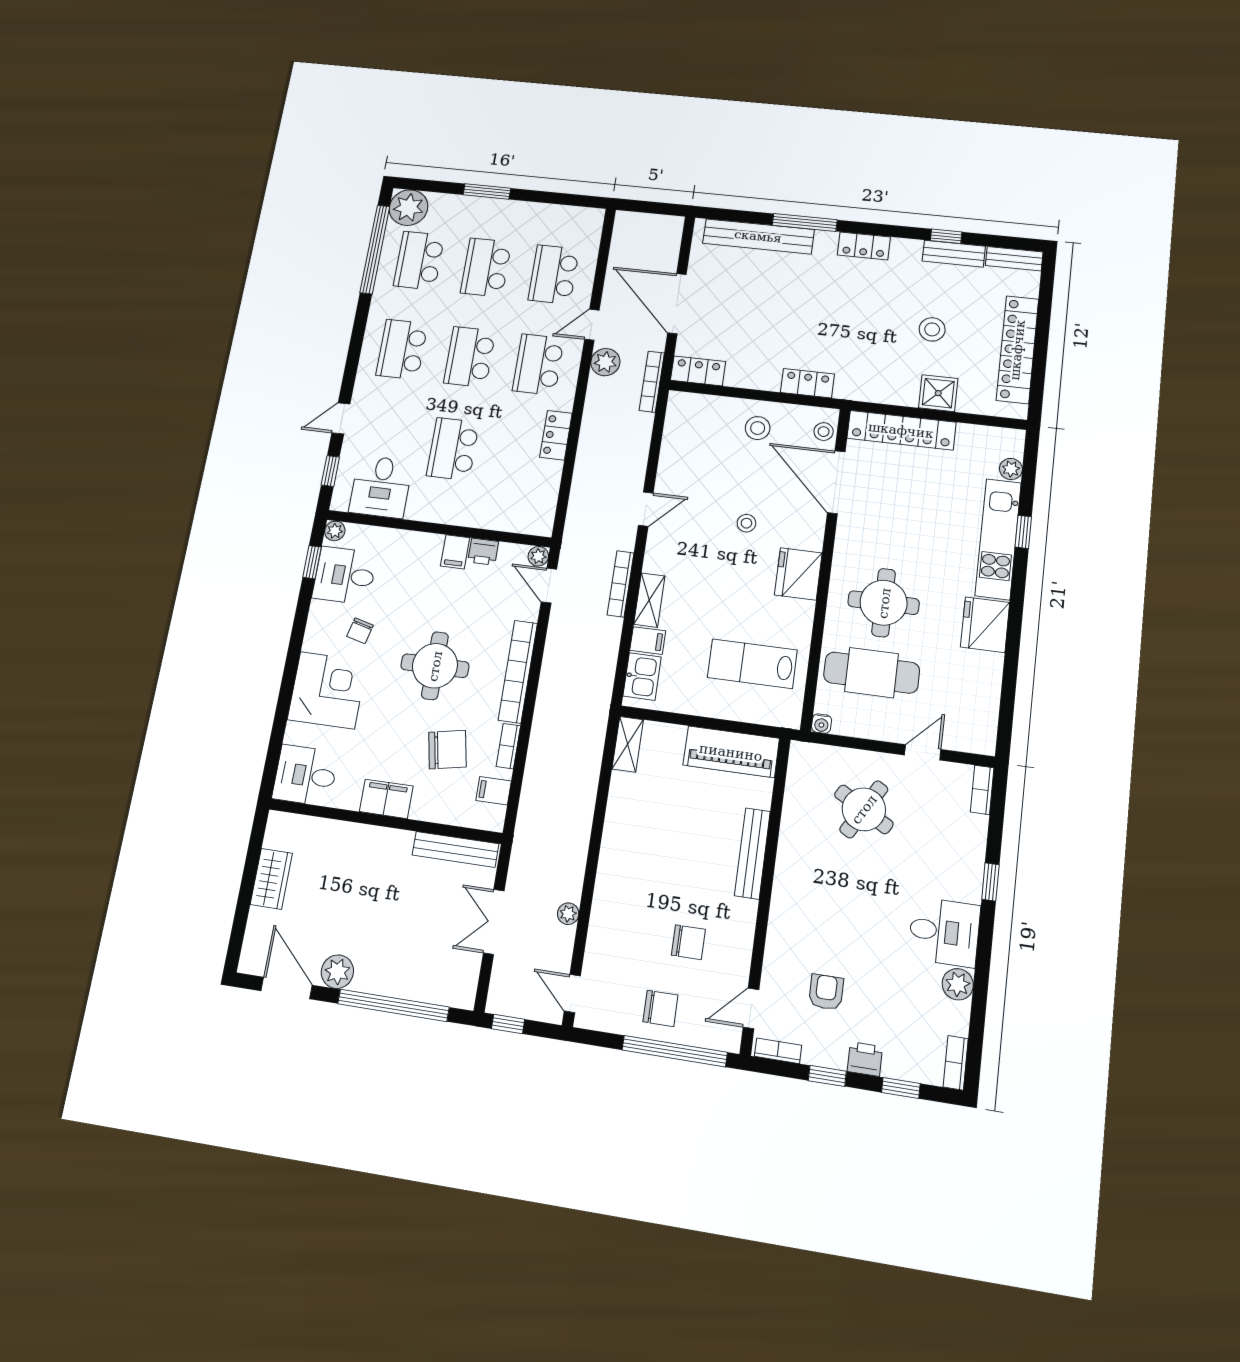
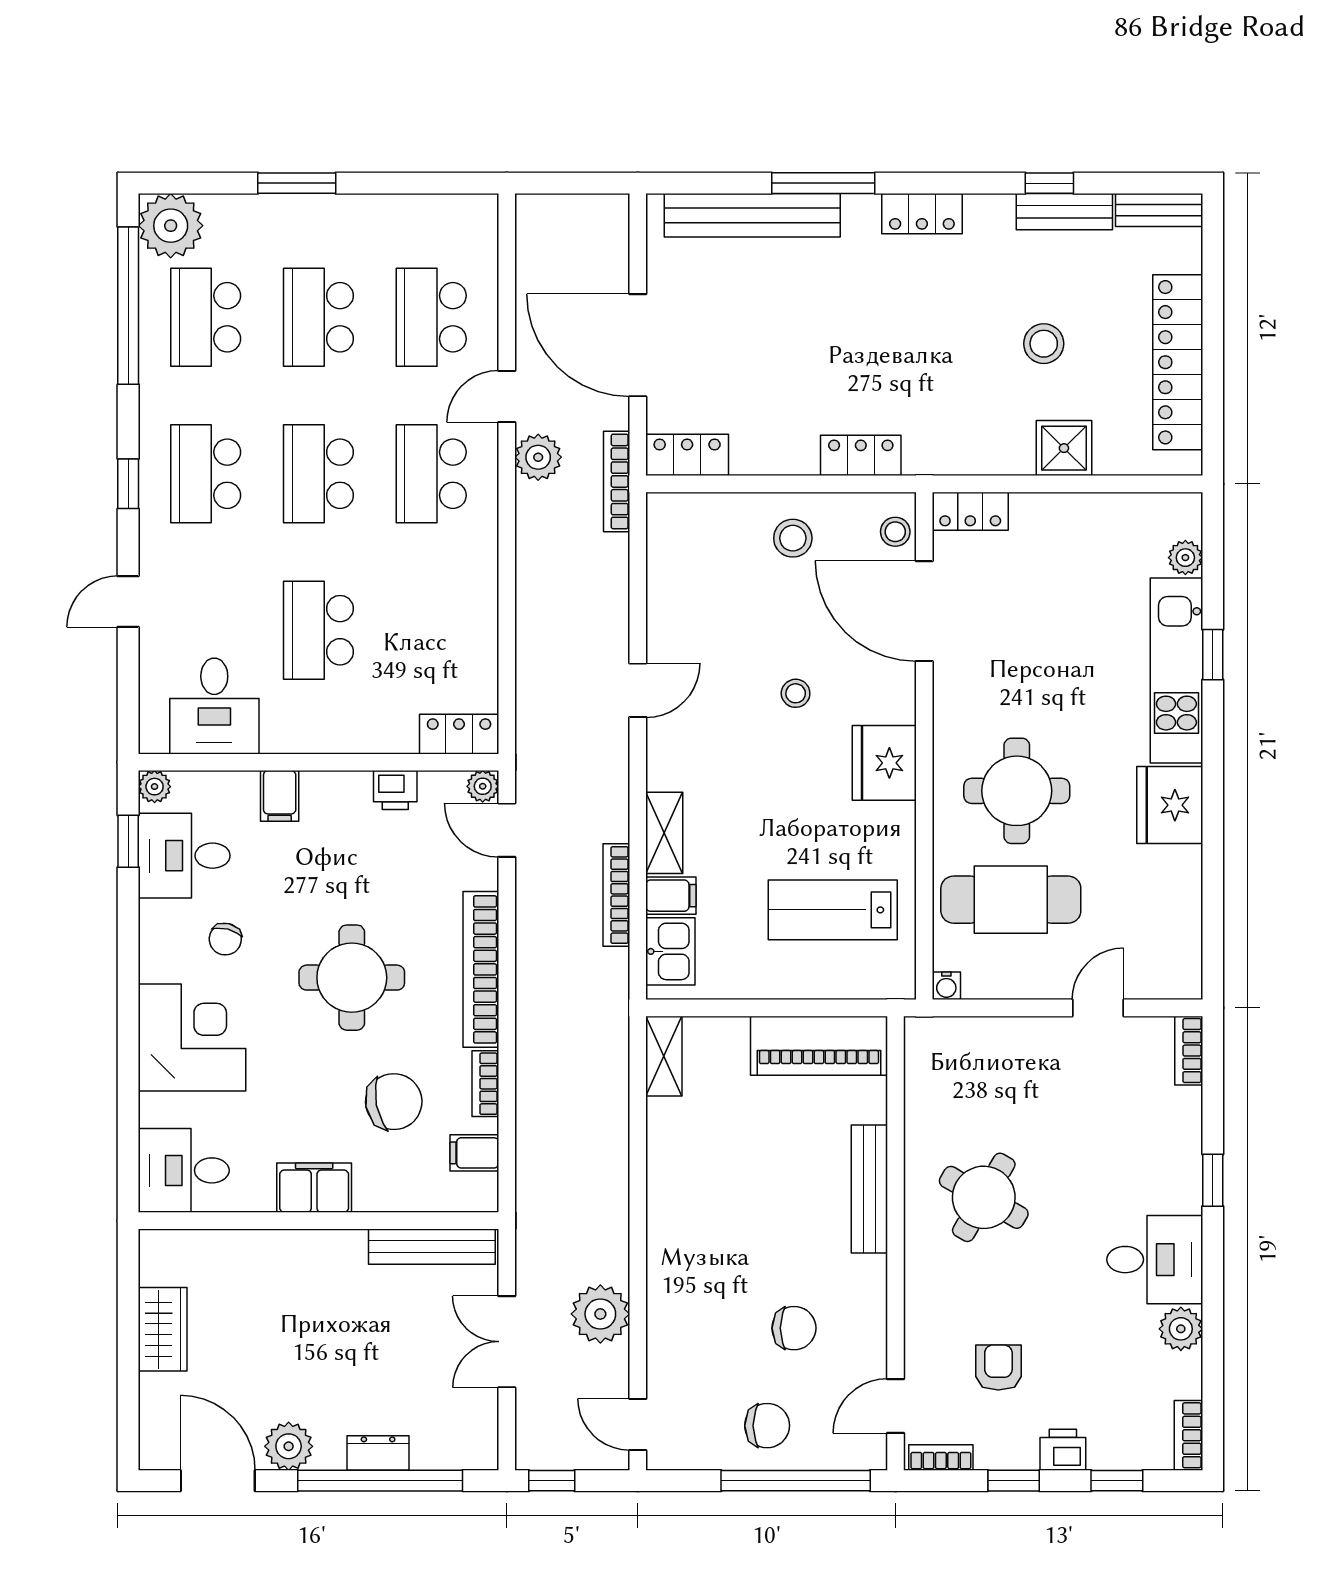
locker: (901, 430) -> (970, 511), width x0.46, depth x0.83
locker: (556, 435) -> (459, 734), moved, turned 90
window: (330, 471) -> (128, 484), moved
filing cabinet: (455, 552) -> (280, 796), moved
bookcase: (620, 584) -> (616, 895), moved
round table: (864, 809) -> (984, 1197), moved
plant: (568, 914) -> (600, 1314), width x1.88, depth x1.88
dresser: (395, 986) -> (378, 1453), added

